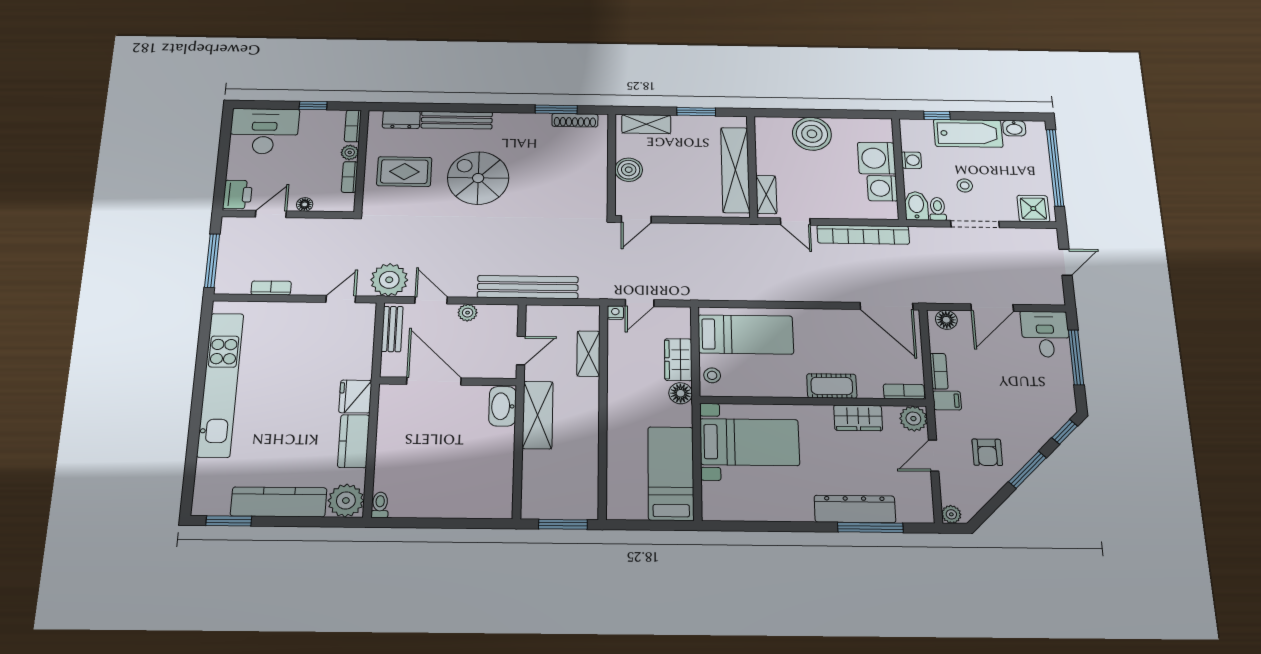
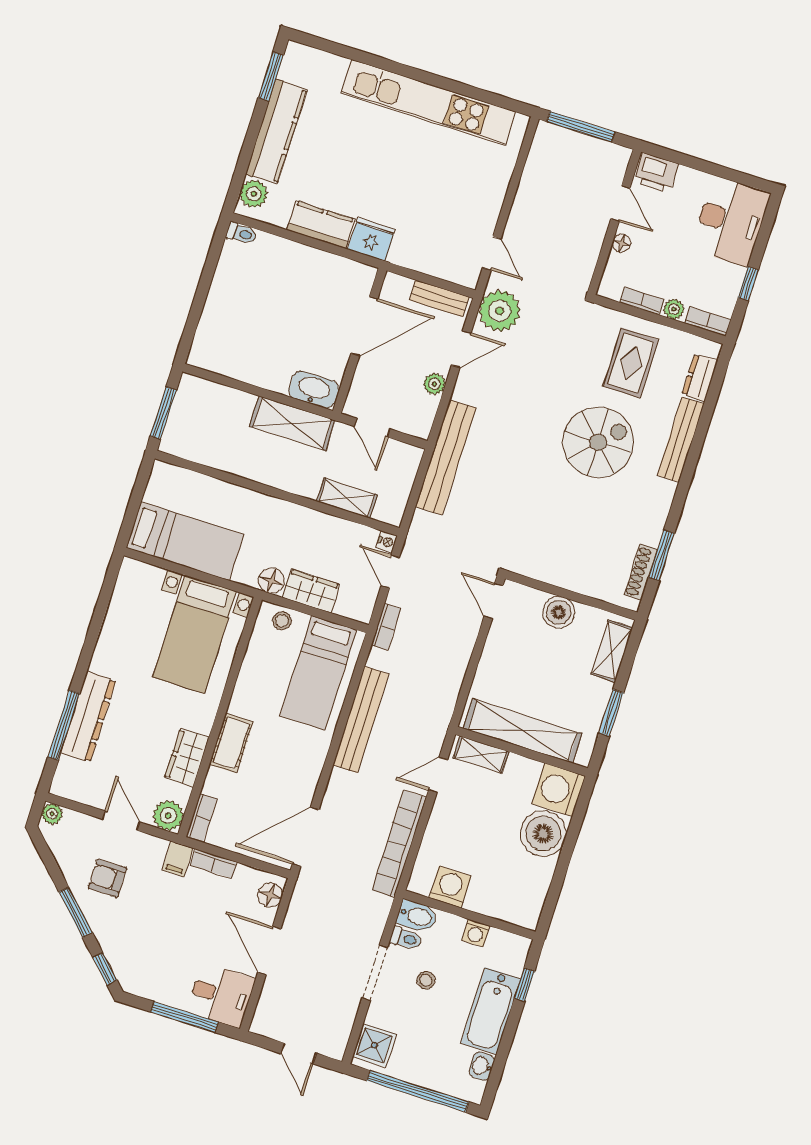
washing machine: (877, 158) -> (559, 790), moved, turned -90
bookcase: (271, 288) -> (386, 627), moved
bench: (772, 291) -> (361, 720), added
plant: (346, 500) -> (254, 194), width x0.73, depth x0.73

